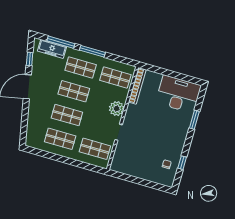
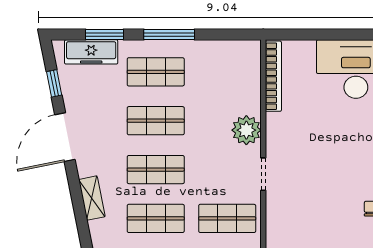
window: (61, 42) -> (104, 35), width x0.69
shop shelf: (115, 77) -> (227, 72), removed
shelving: (32, 120) -> (92, 198), added

